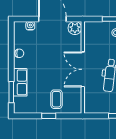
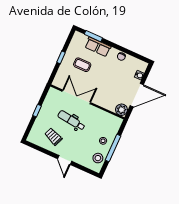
double door: (83, 69) -> (76, 97), moved
coffee table: (57, 99) -> (82, 65), moved

